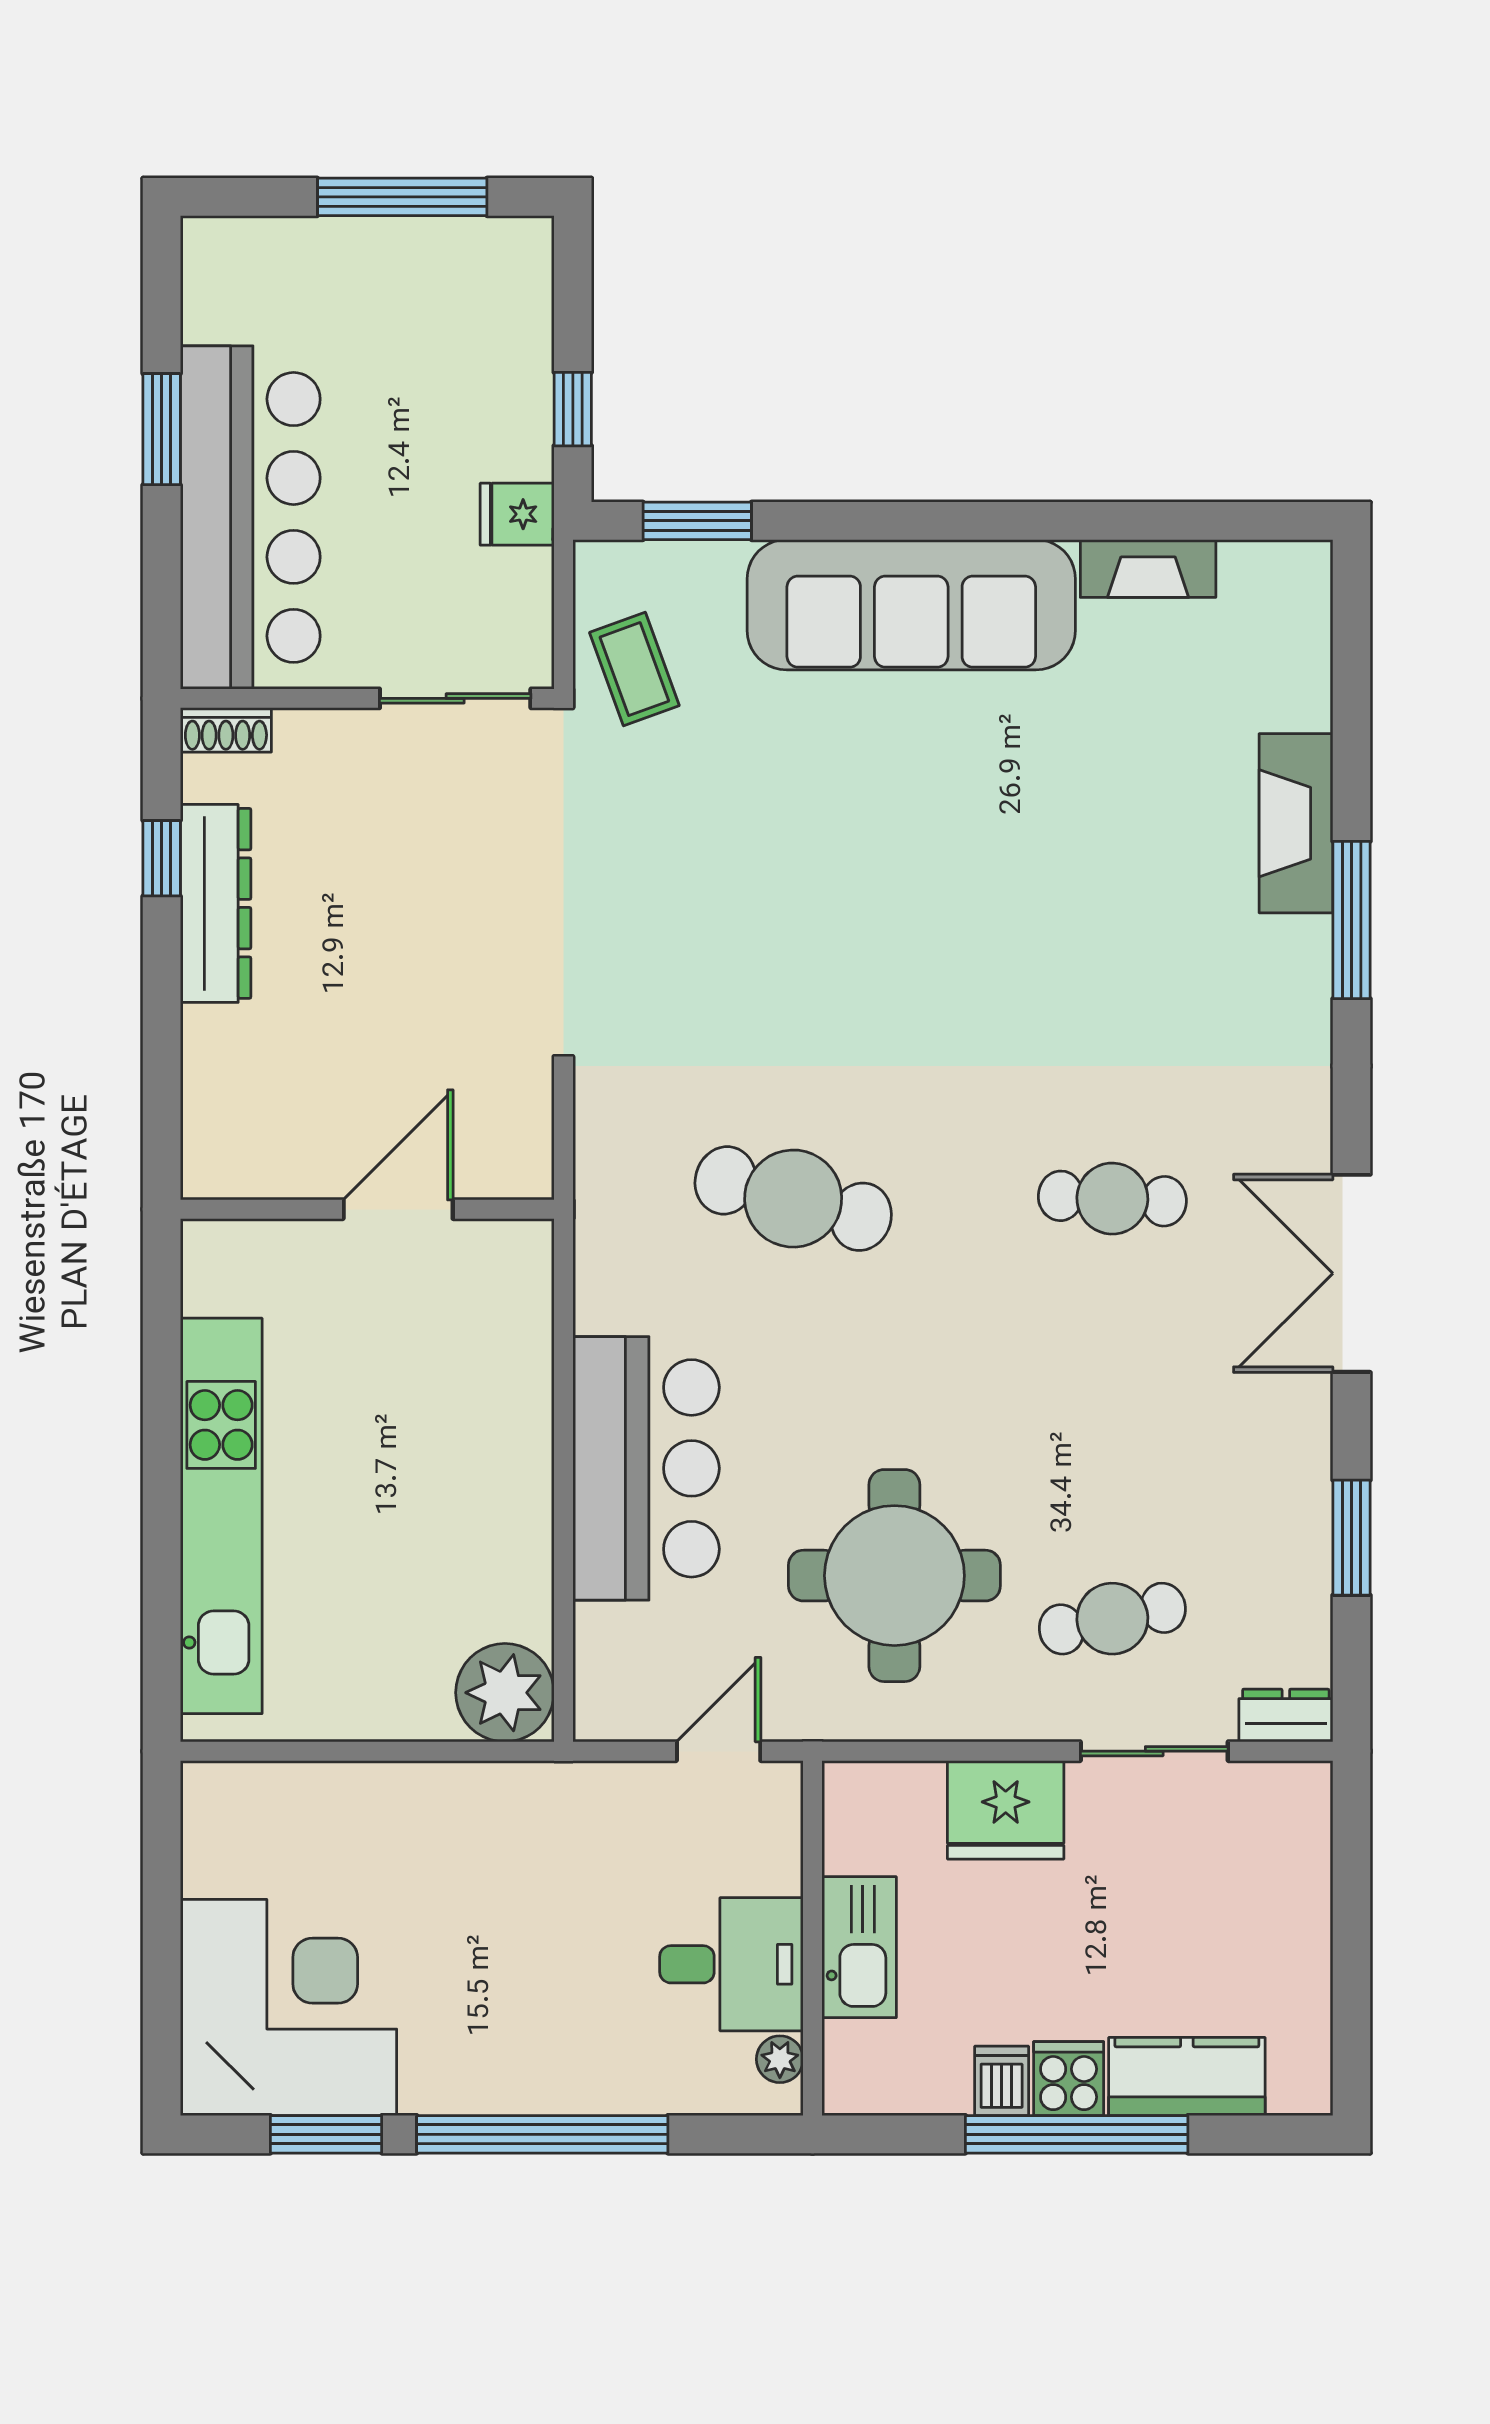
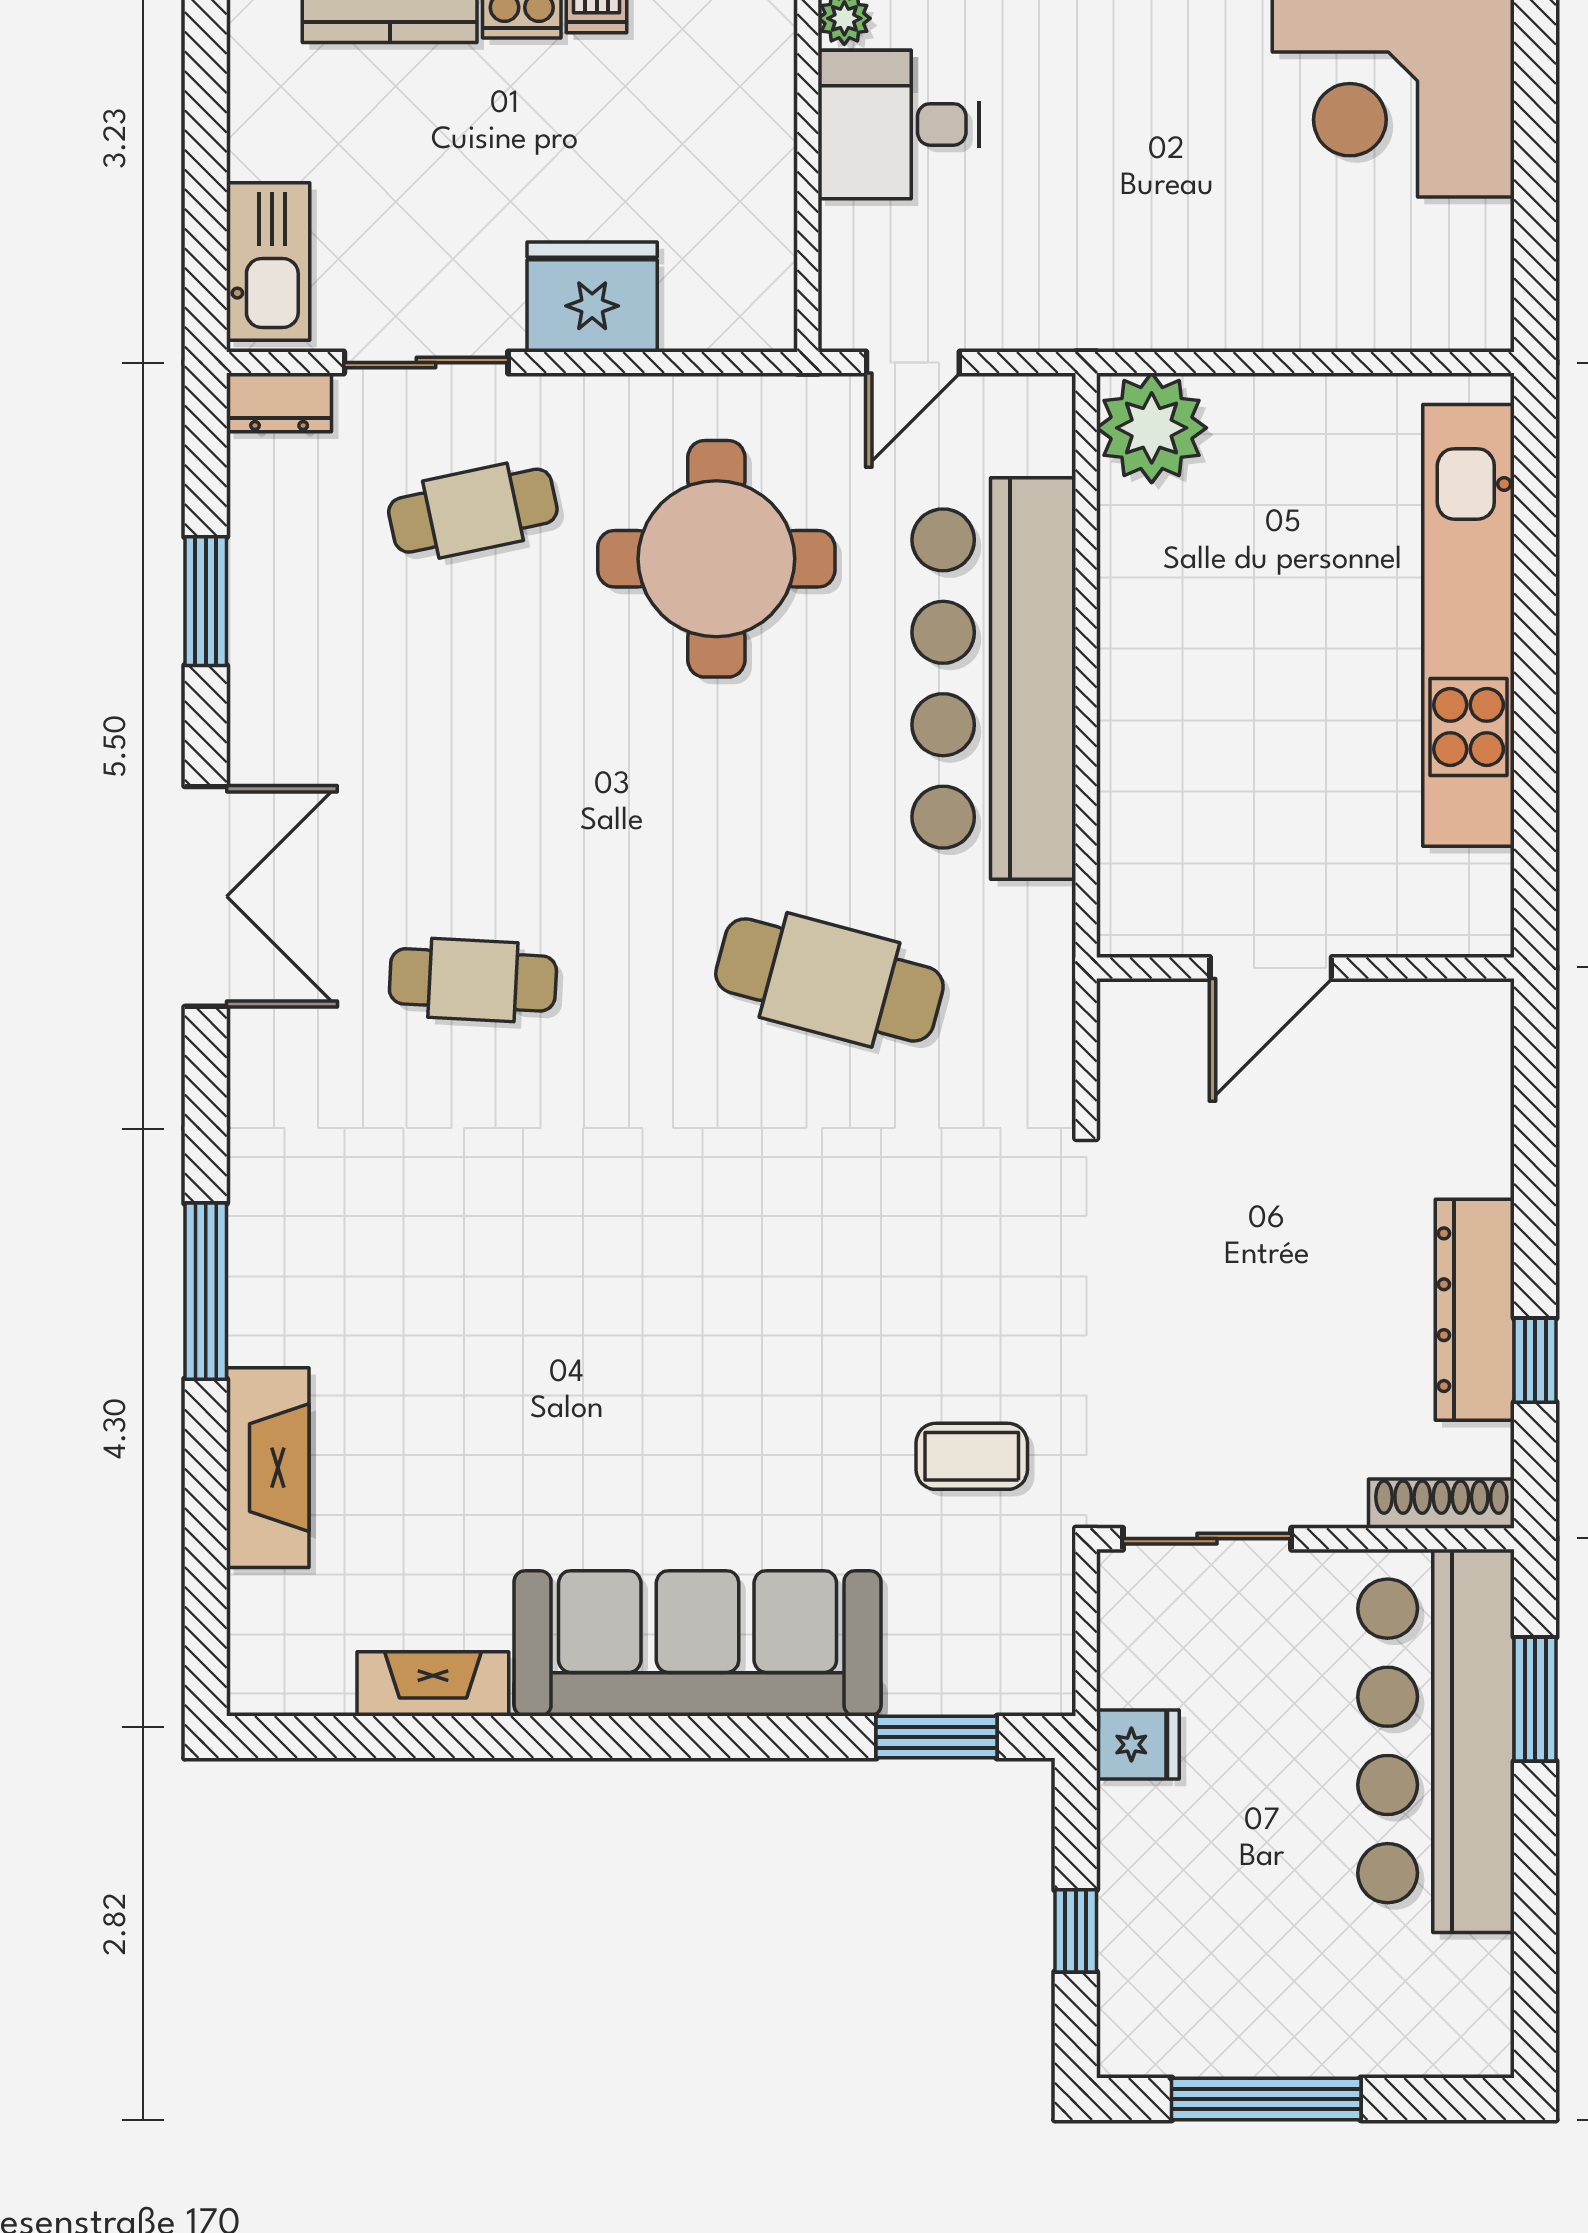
window: (573, 409) -> (1076, 1931), moved
window: (162, 429) -> (1535, 1699), moved
coffee table: (634, 669) -> (972, 1456), moved, turned -70
shoe rack: (226, 730) -> (1441, 1504), width x1.43
fireplace: (1296, 823) -> (268, 1468), moved
bar counter: (646, 1468) -> (994, 678), width x1.36
kitchen sink: (859, 1947) -> (268, 262), moved, turned 180

